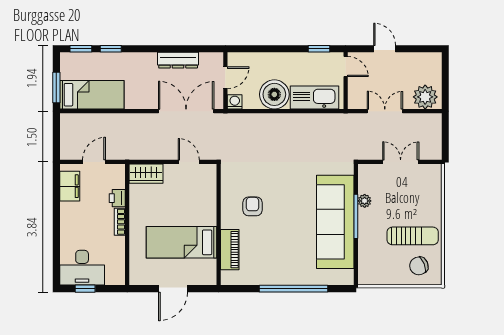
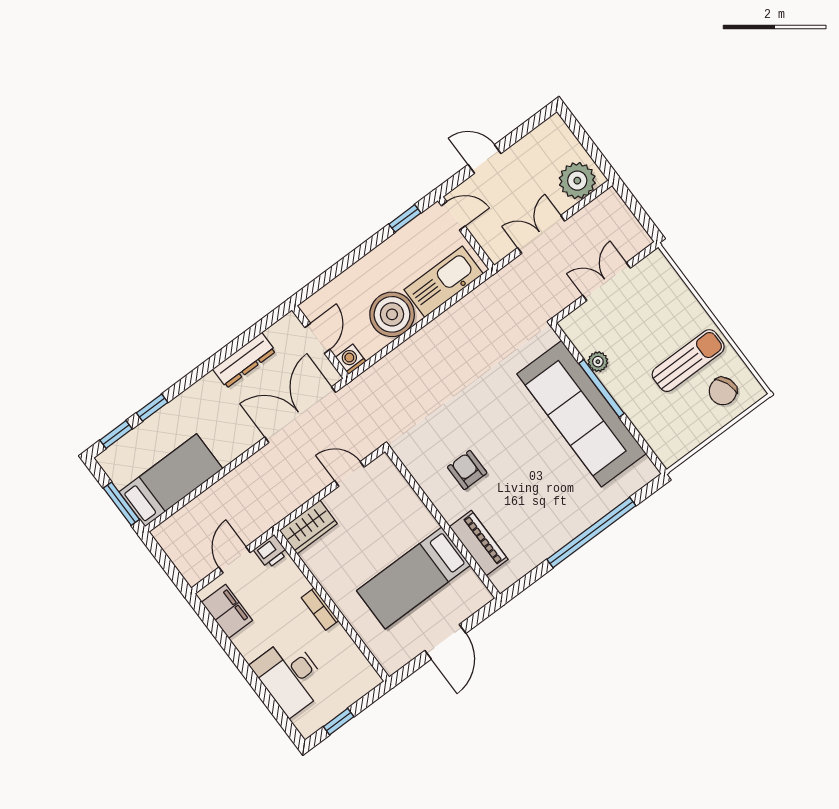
printer: (117, 198) -> (271, 552), moved, turned -90
desk: (82, 268) -> (290, 676), moved, turned 90

